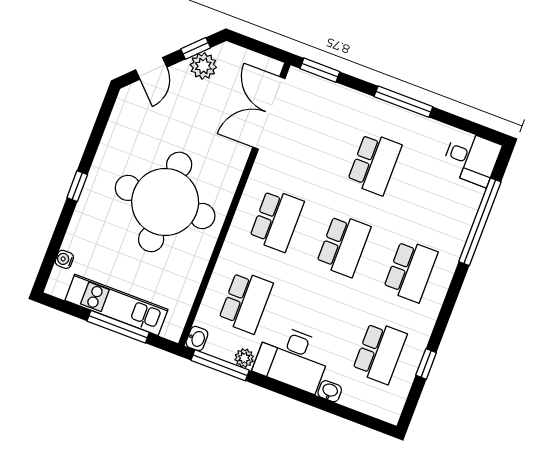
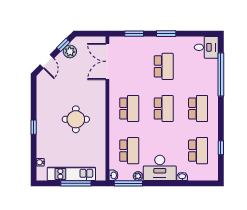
window: (320, 70) -> (134, 34), moved
window: (403, 102) -> (166, 34), width x0.69
round table: (165, 202) -> (76, 119), width x0.54, depth x0.54

